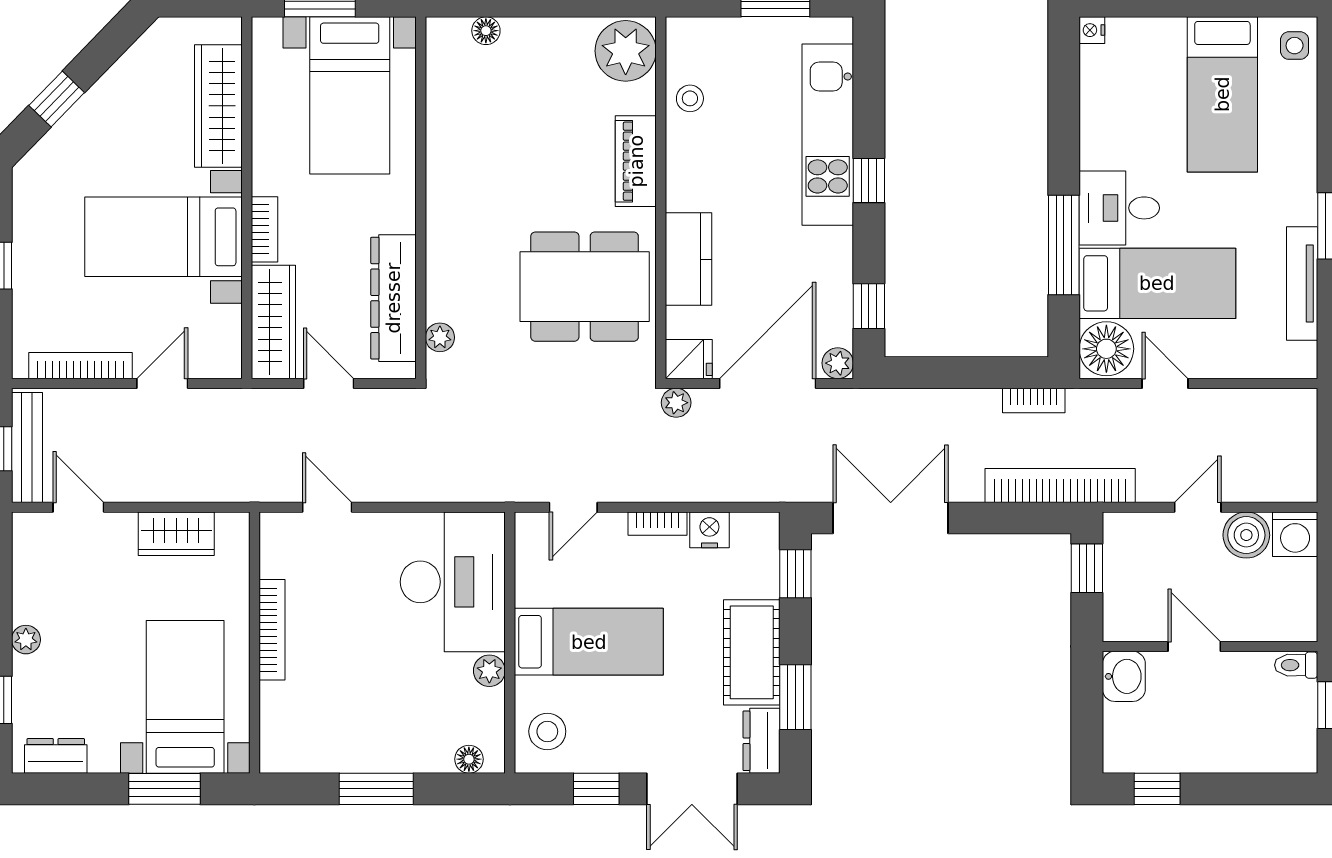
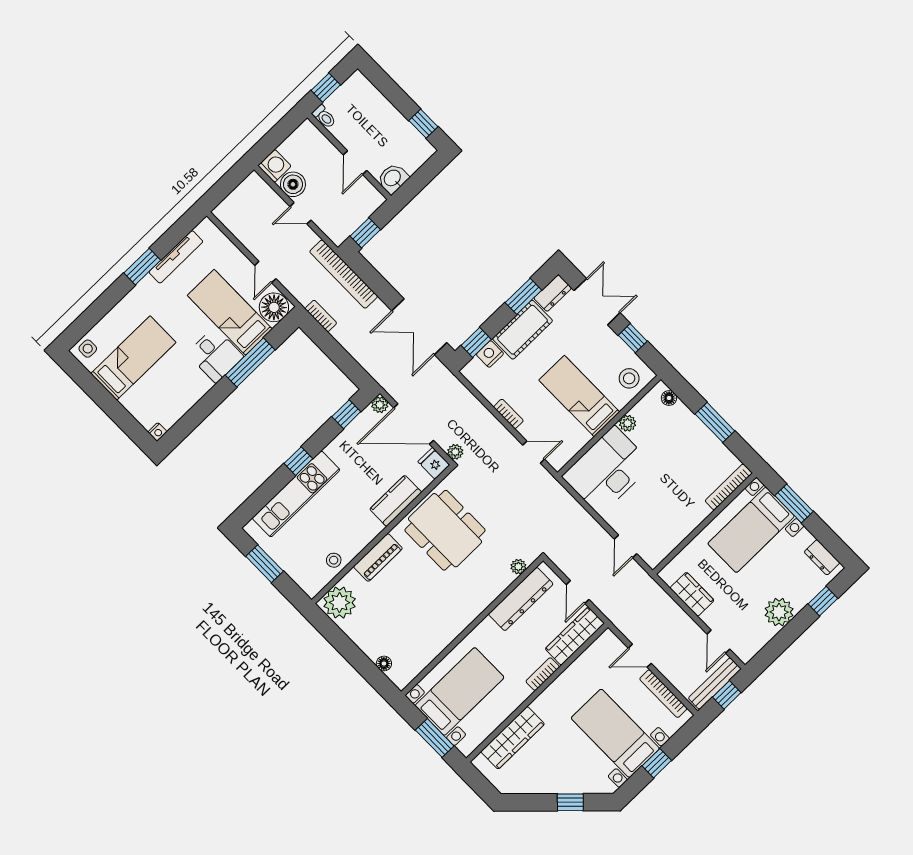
bed with nightstands: (163, 237) -> (615, 733), moved, turned 180
nightstand: (709, 530) -> (490, 354), moved, turned 90
bookcase: (272, 630) -> (729, 487), moved
plant: (26, 640) -> (779, 612), width x1.87, depth x1.87

